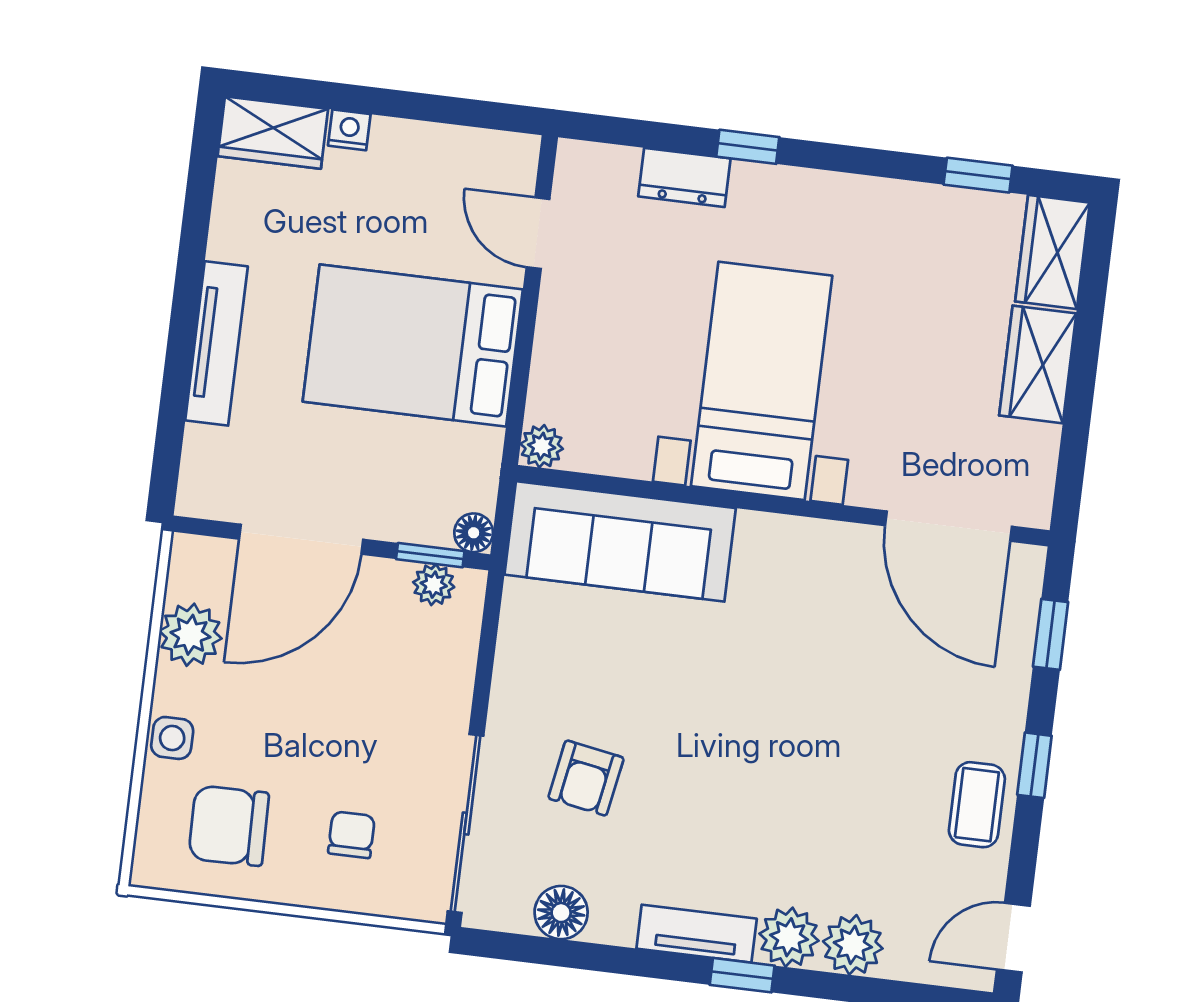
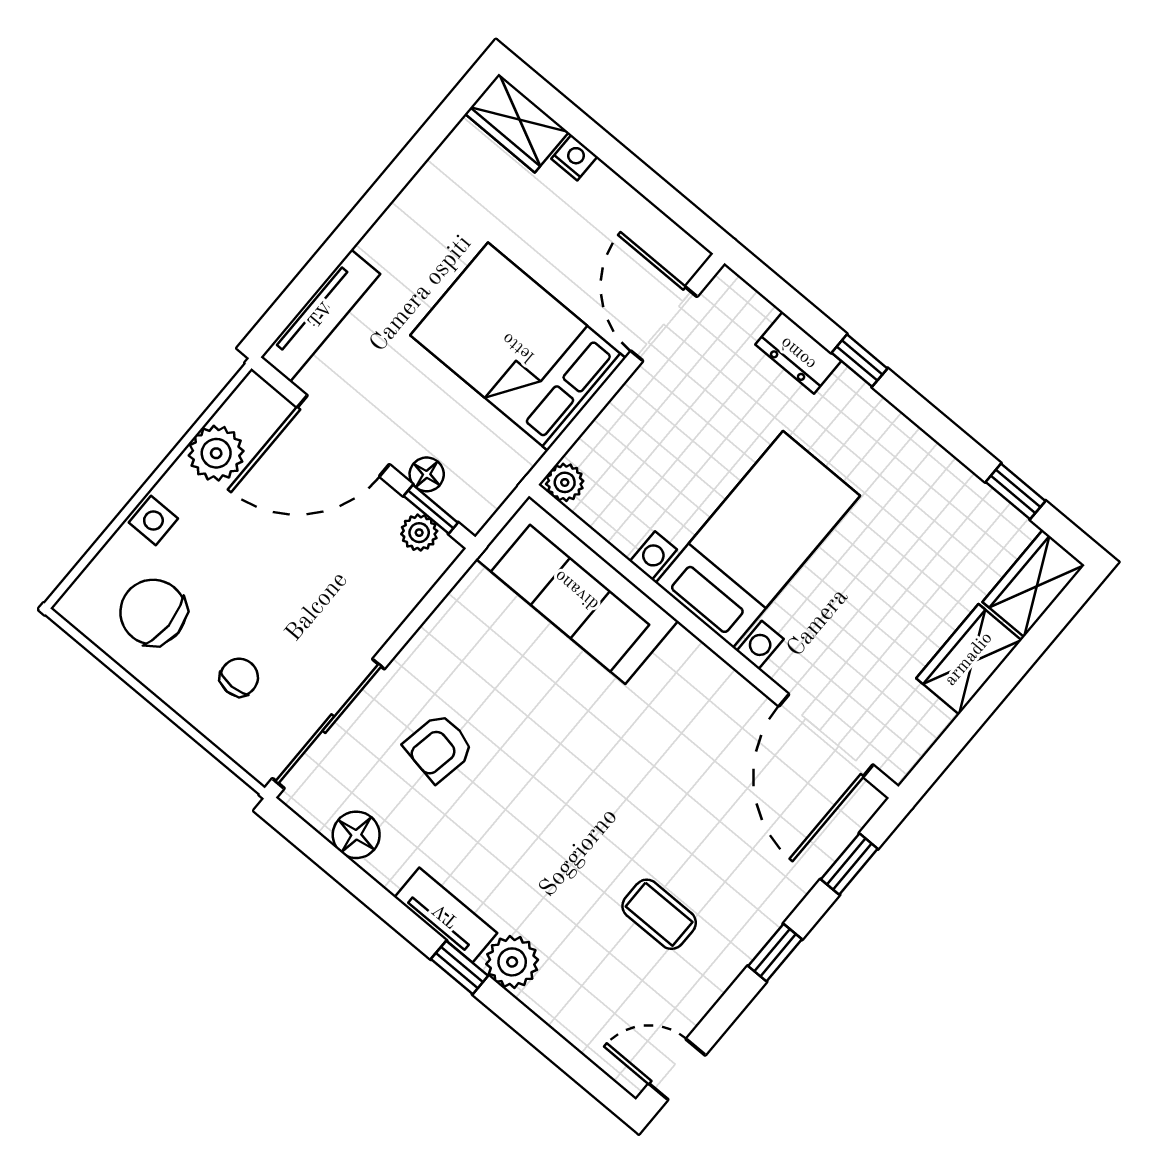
door: (538, 233) -> (664, 324), width x1.38
tv unit: (216, 343) -> (321, 316), moved
floor lamp: (474, 533) -> (427, 474), moved
coffee table: (977, 805) -> (659, 914), moved, turned 90
plant: (853, 945) -> (555, 998), removed

